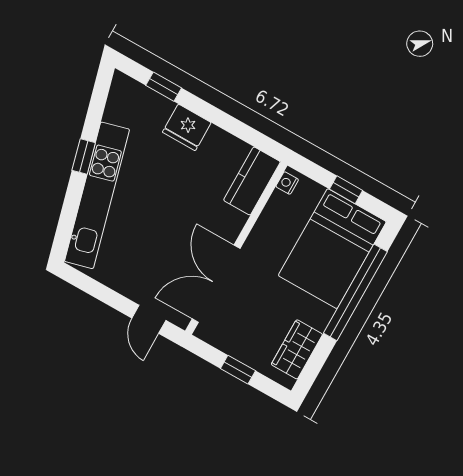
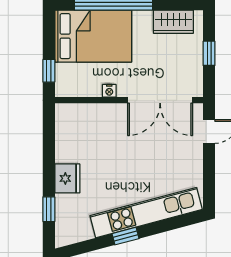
kitchen counter: (252, 181) -> (78, 115), removed
nightstand: (287, 183) -> (109, 91), moved
window: (346, 190) -> (49, 71), moved

